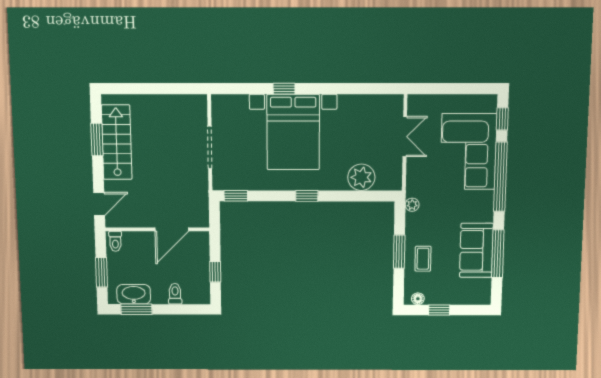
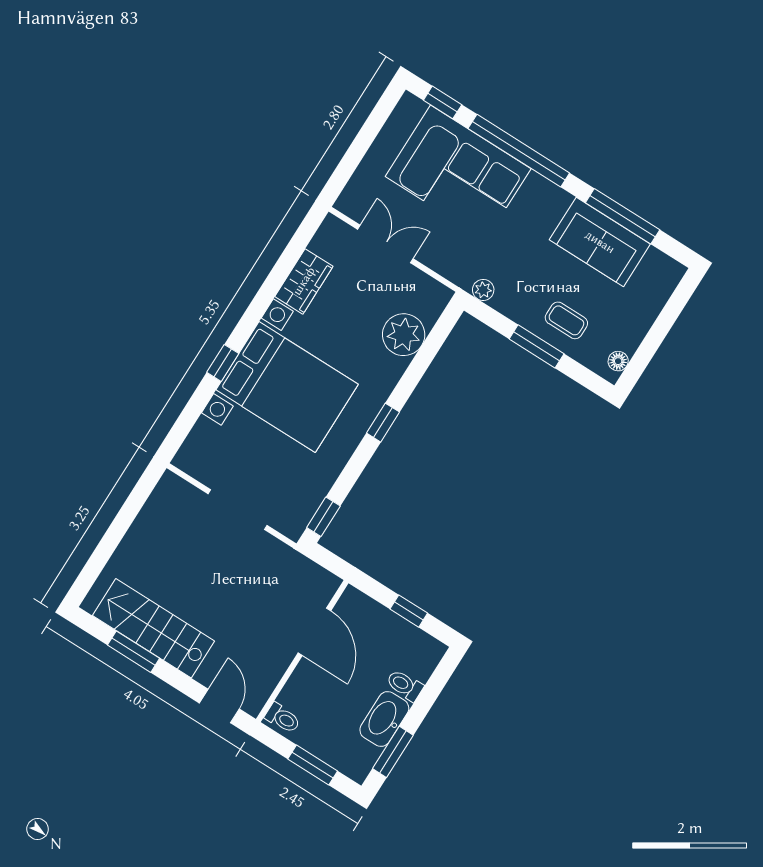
wardrobe: (357, 105) -> (304, 281), added
washbasin: (134, 294) -> (384, 719), moved
window: (439, 310) -> (652, 342), removed

